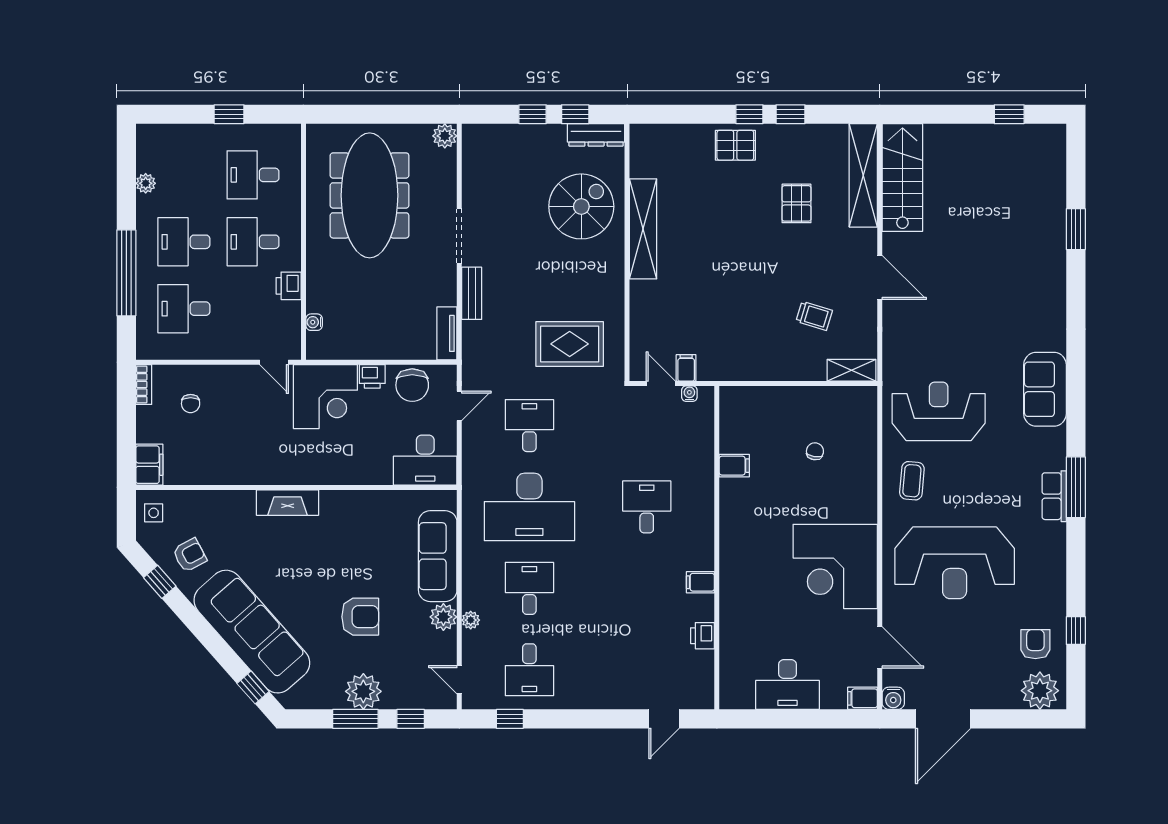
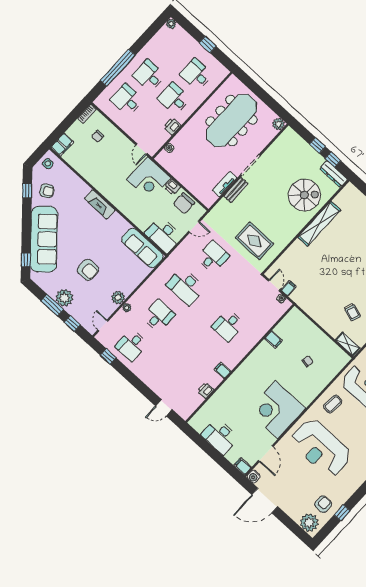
plant: (146, 183) -> (171, 24), moved
tv unit: (447, 333) -> (225, 184), moved
desk: (529, 507) -> (186, 286), width x0.73, depth x0.77
desk: (647, 507) -> (228, 325), turned 180
sofa: (438, 556) -> (142, 248), moved, turned -90

